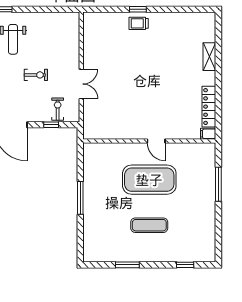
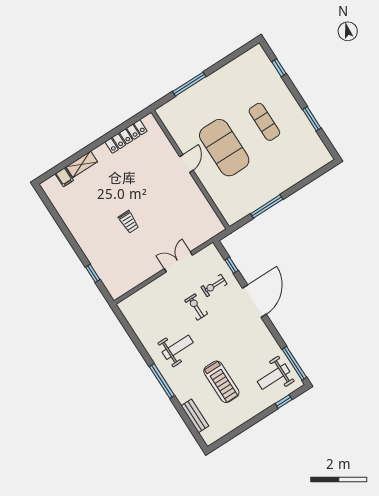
window: (138, 9) -> (93, 273), moved
trolley: (139, 23) -> (129, 222), moved
exercise bike: (58, 109) -> (214, 286), moved
filing cabinet: (208, 134) -> (64, 177), moved
window: (80, 198) -> (267, 206), moved

